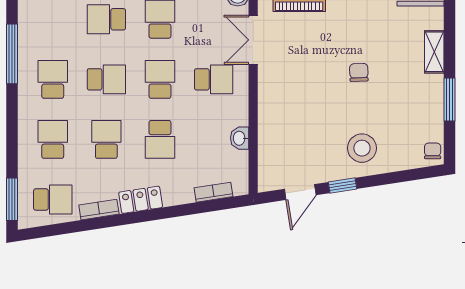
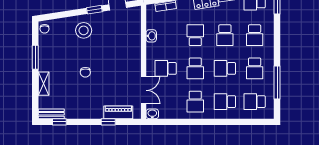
school desk: (53, 19) -> (255, 102), added
school desk: (106, 19) -> (225, 102), turned 180

